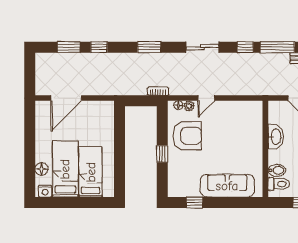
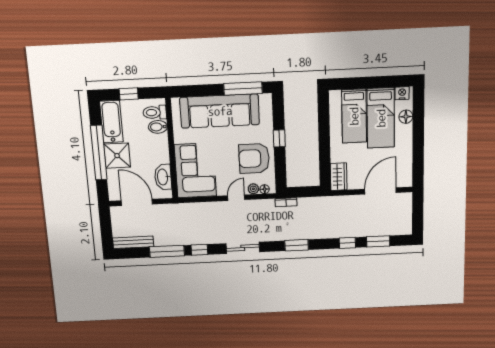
wardrobe: (106, 114) -> (339, 177), added
corner sofa: (244, 127) -> (195, 170), added
washbasin: (276, 137) -> (163, 177), moved
sofa: (227, 186) -> (220, 111), width x1.36, depth x1.27
window: (194, 203) -> (243, 89), width x2.17

